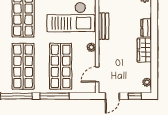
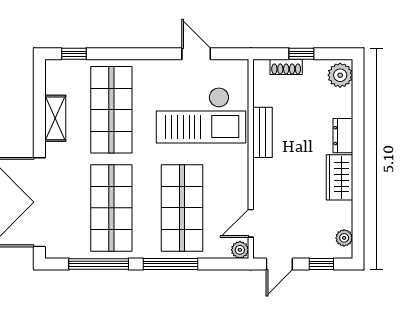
plant: (91, 47) -> (240, 250), moved

